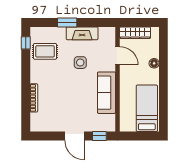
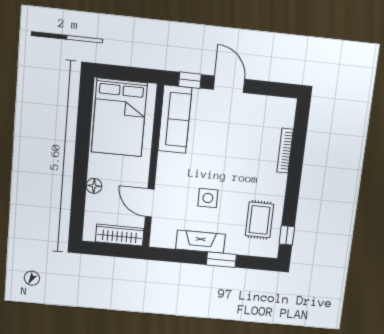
rug: (45, 51) -> (260, 220), turned 90
sofa: (106, 93) -> (175, 119), moved
bed: (147, 108) -> (119, 118), width x1.50

